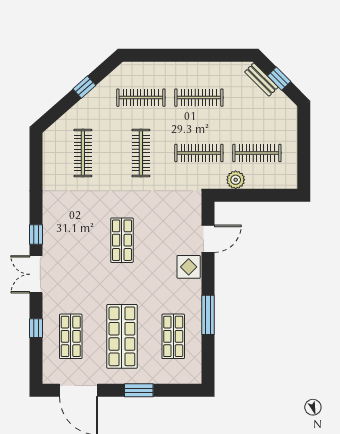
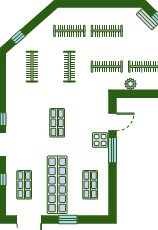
window: (84, 87) -> (18, 37), moved
window: (208, 315) -> (113, 150), moved
shop shelf: (122, 336) -> (57, 185), width x1.40

